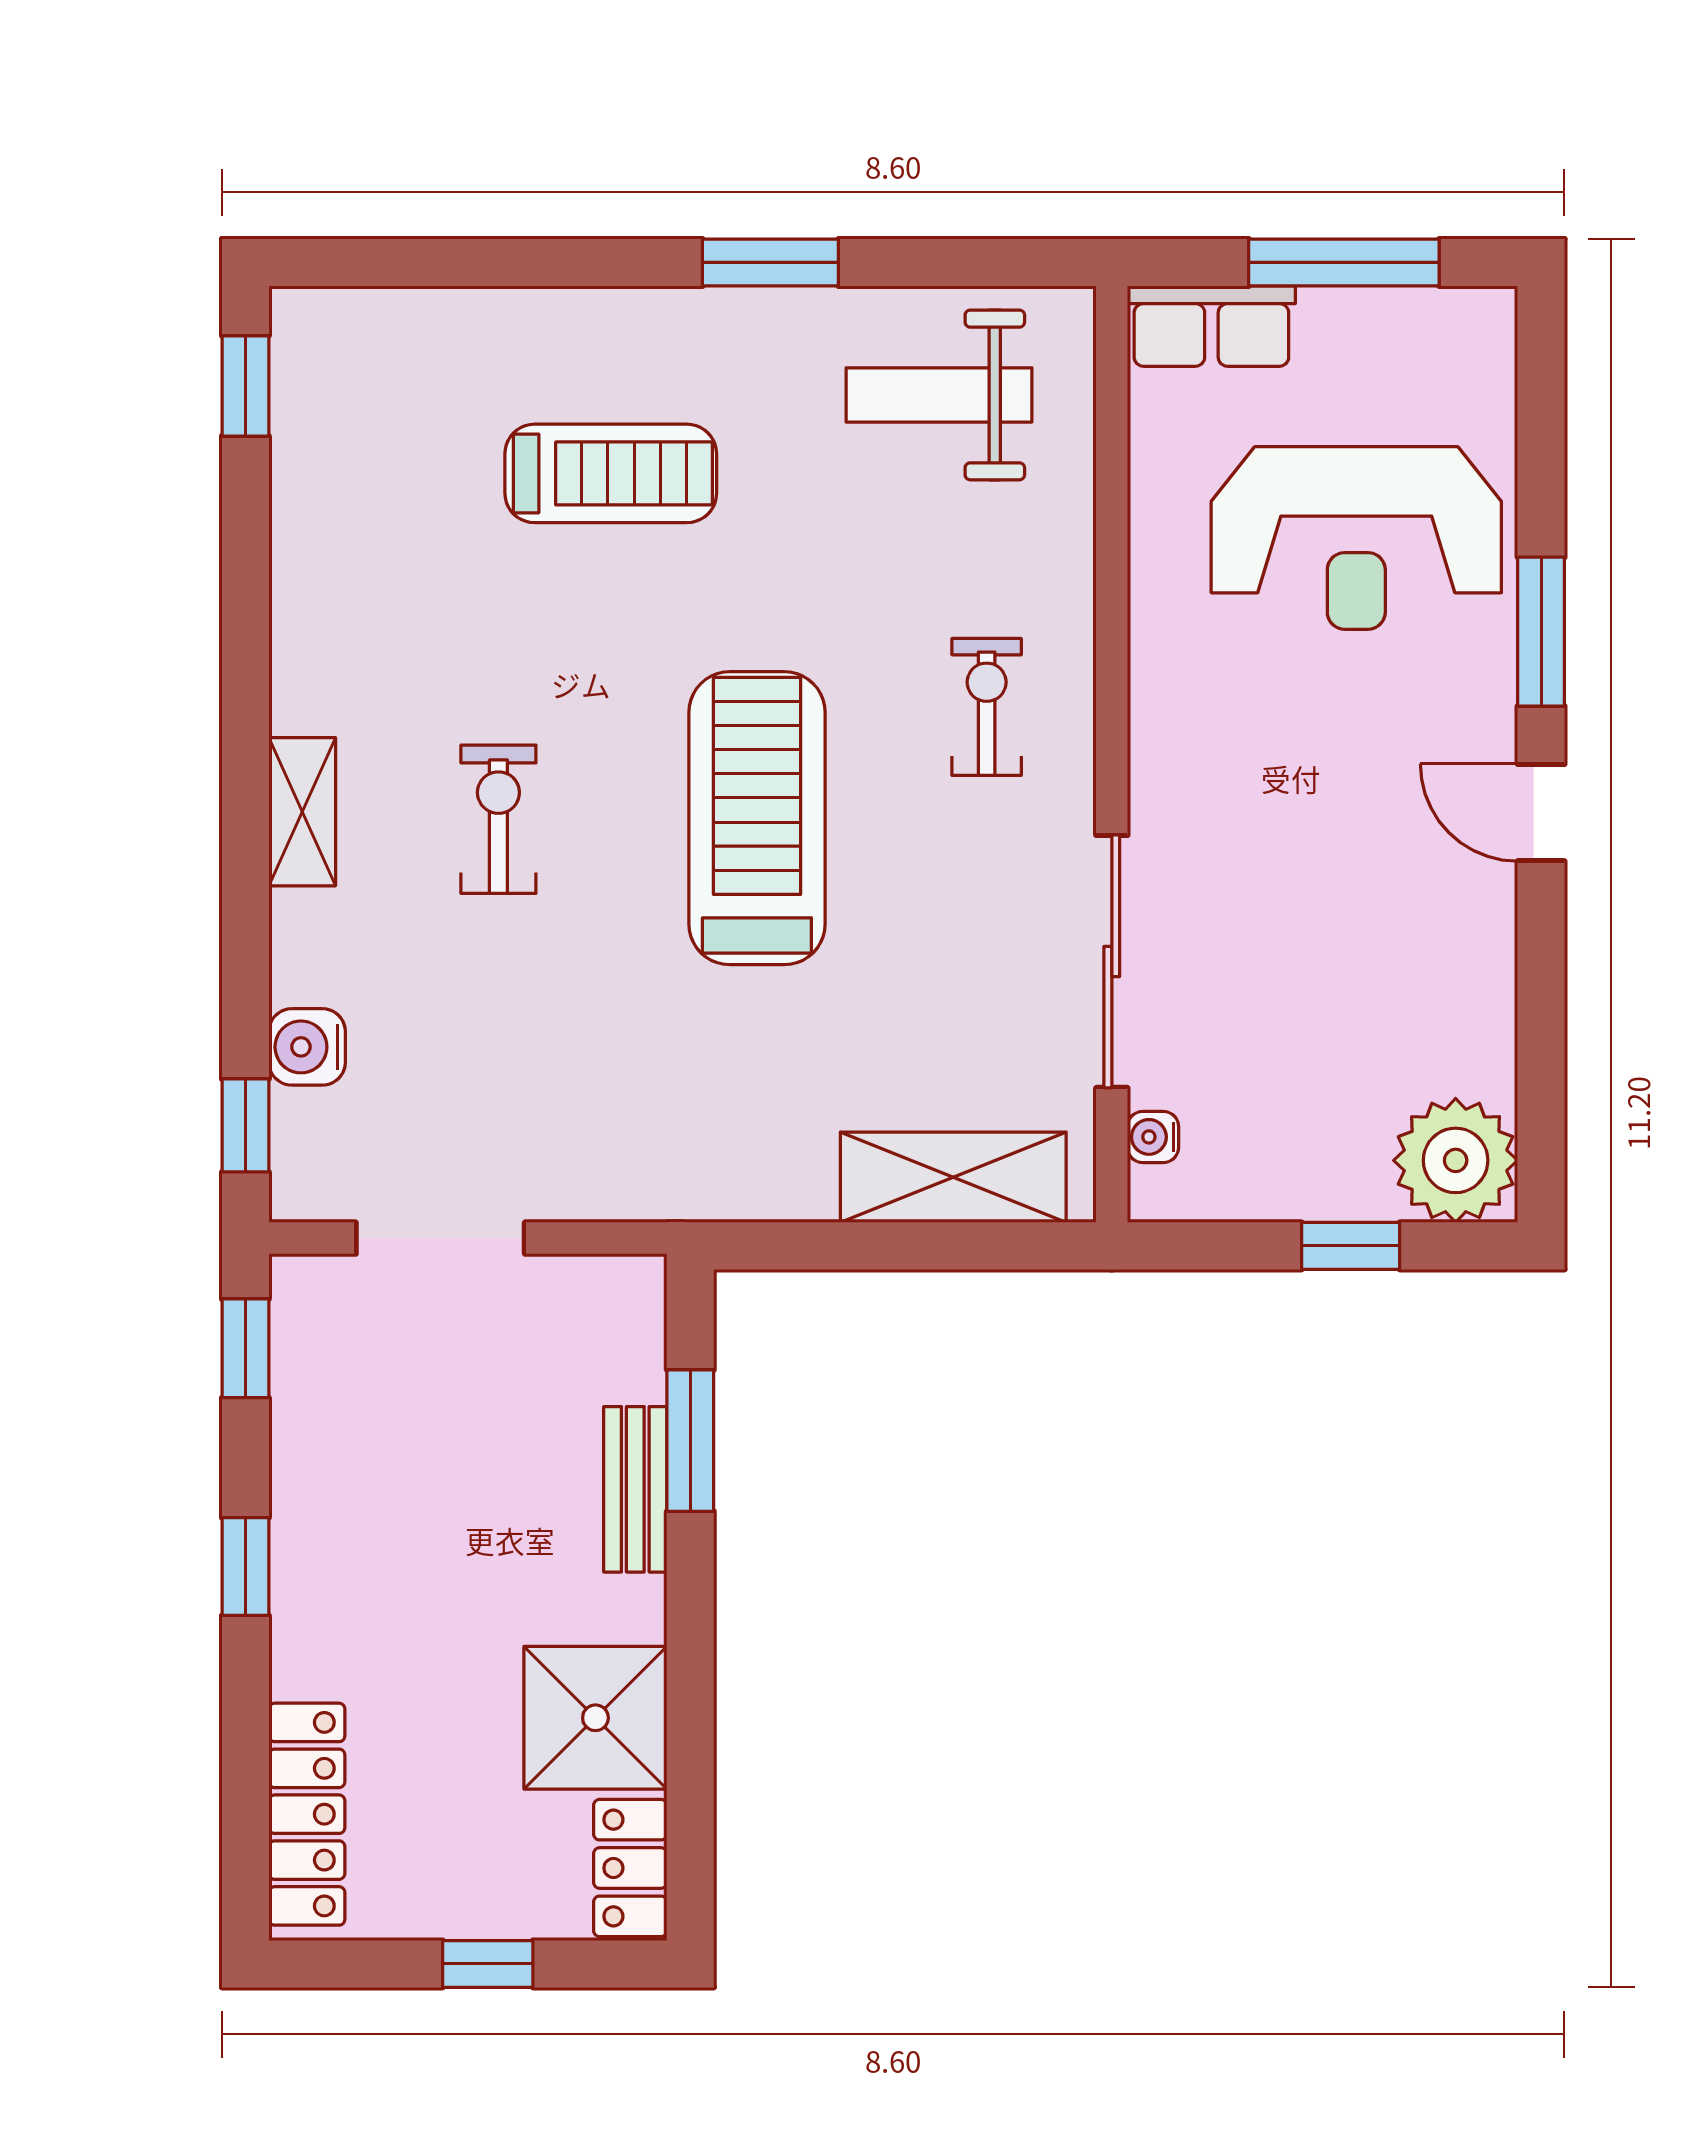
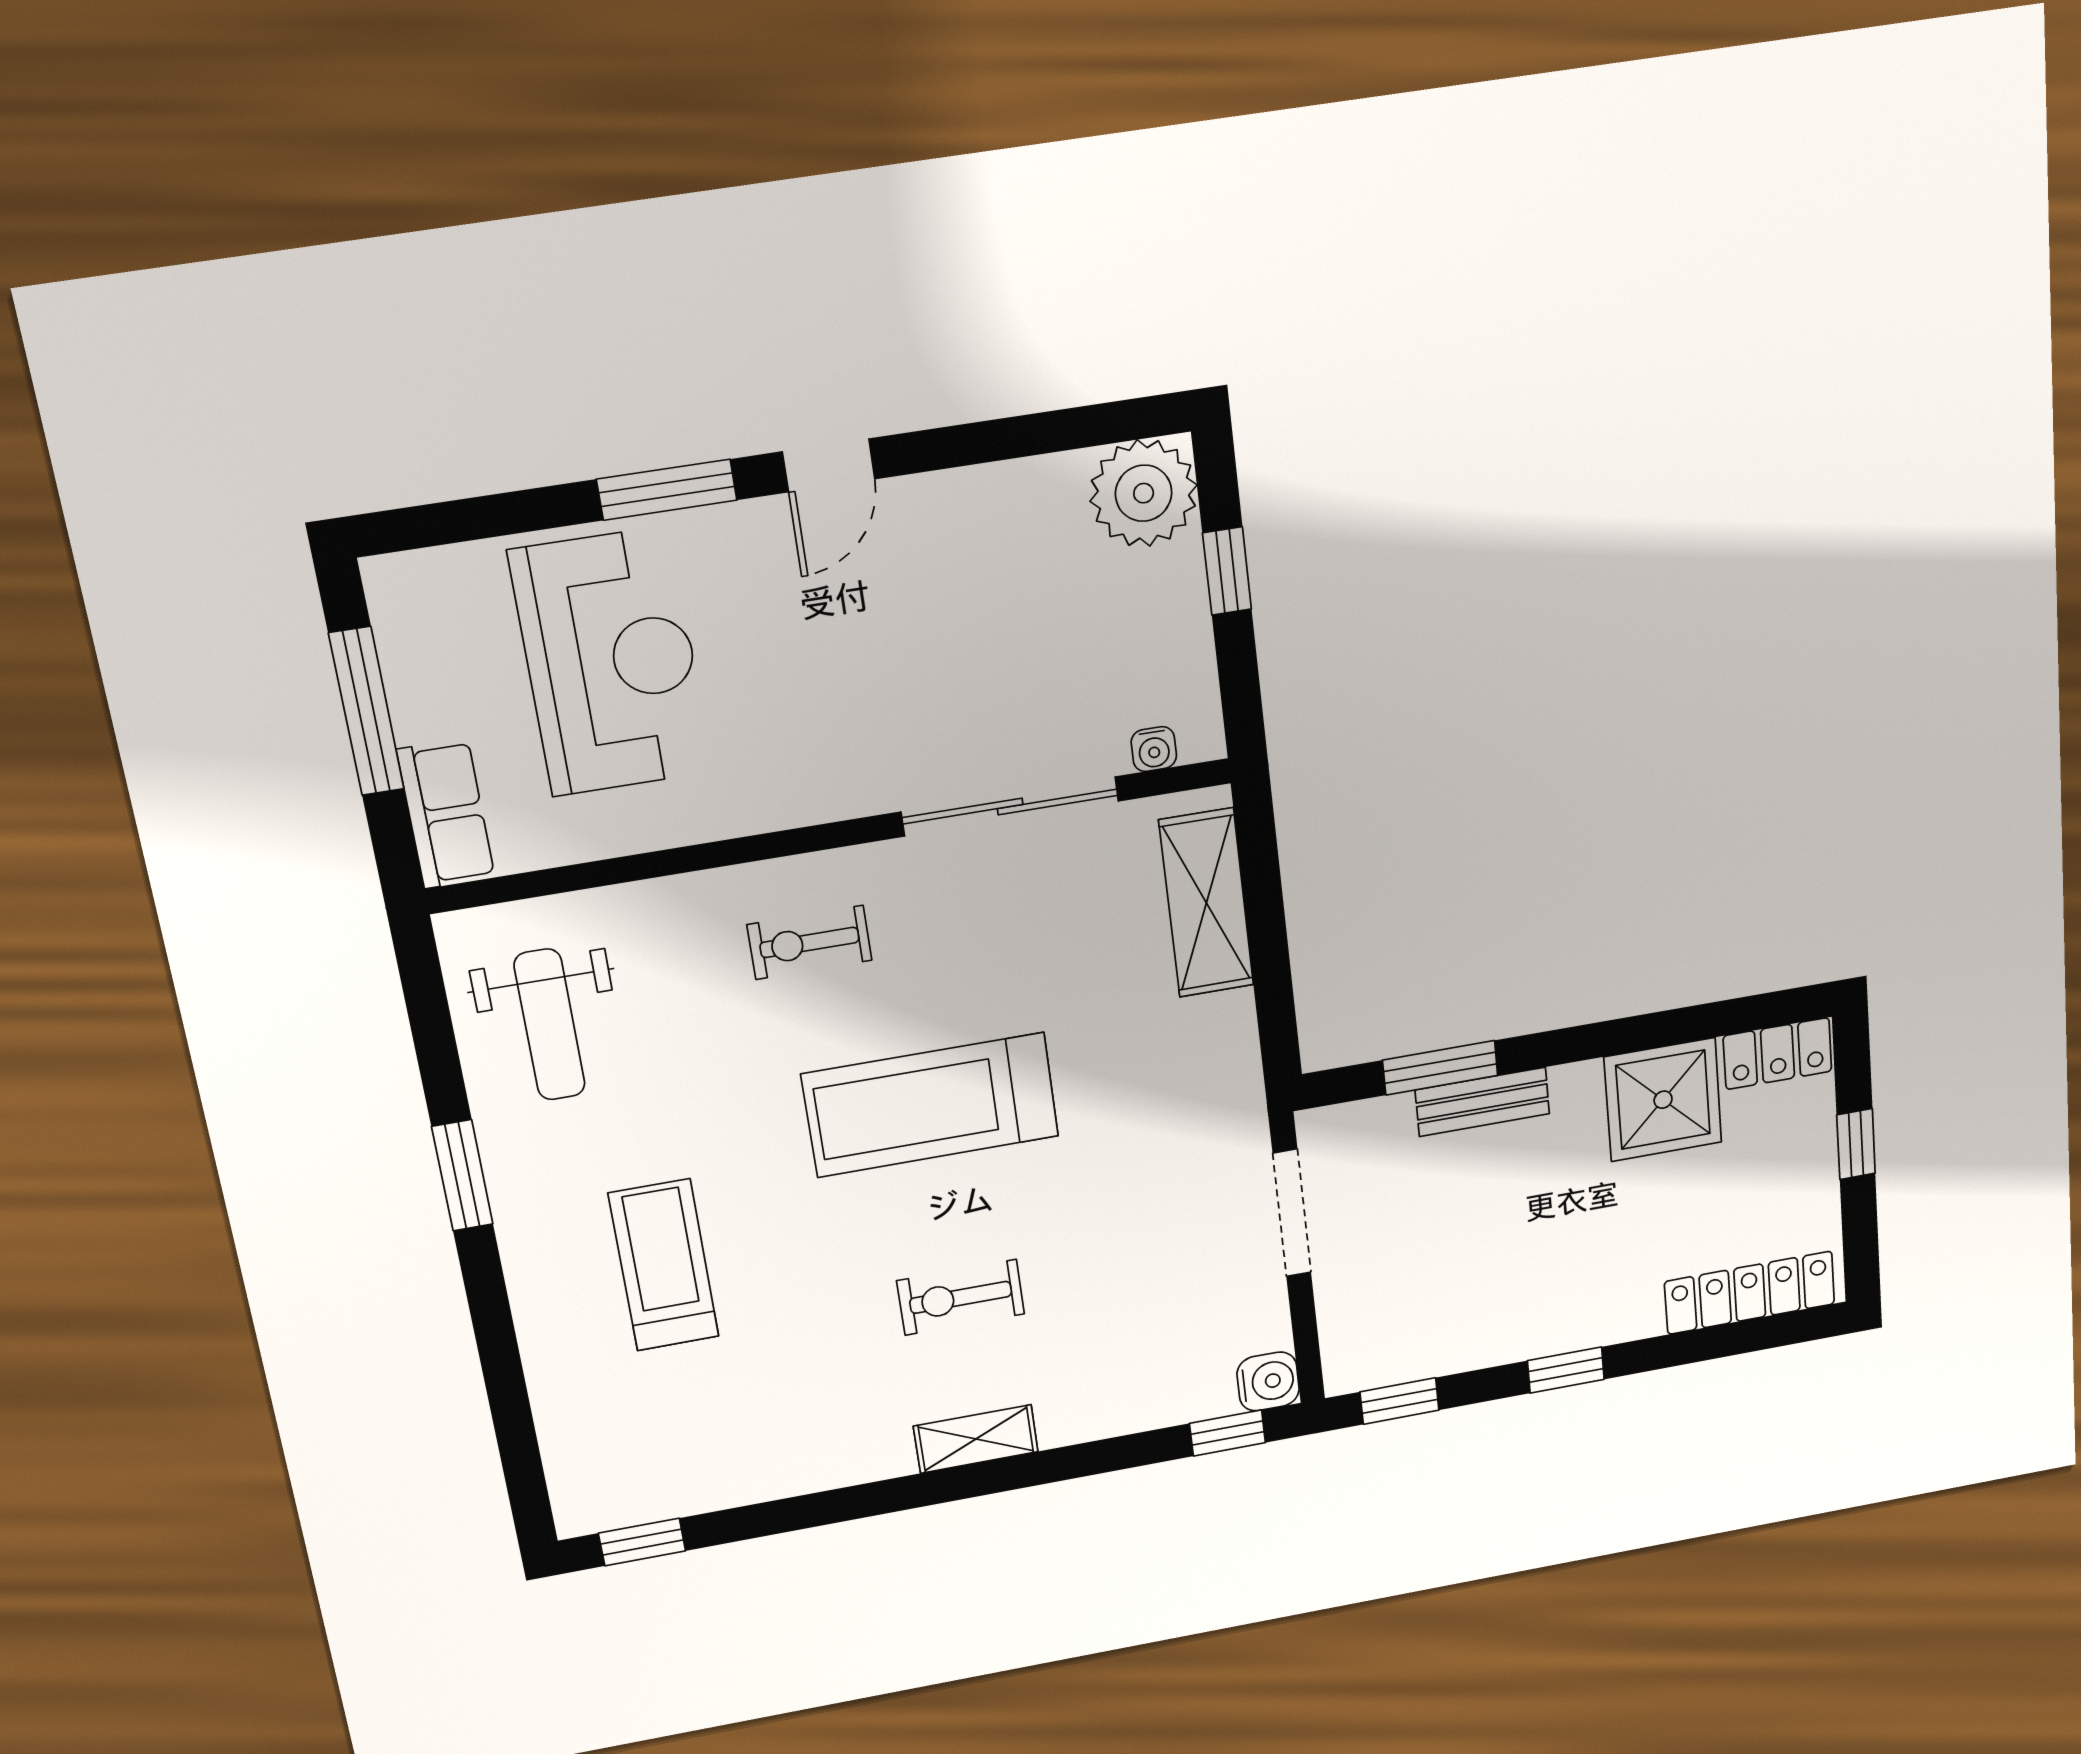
water cooler: (307, 1047) -> (1268, 1381), moved, turned -90
doorway: (440, 1238) -> (1292, 1213), moved

